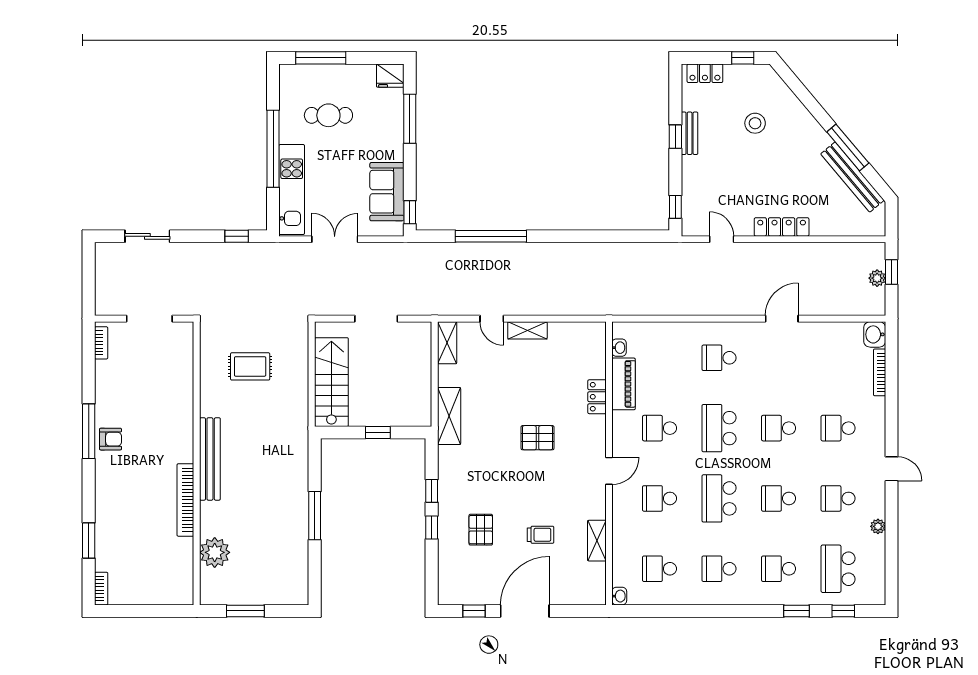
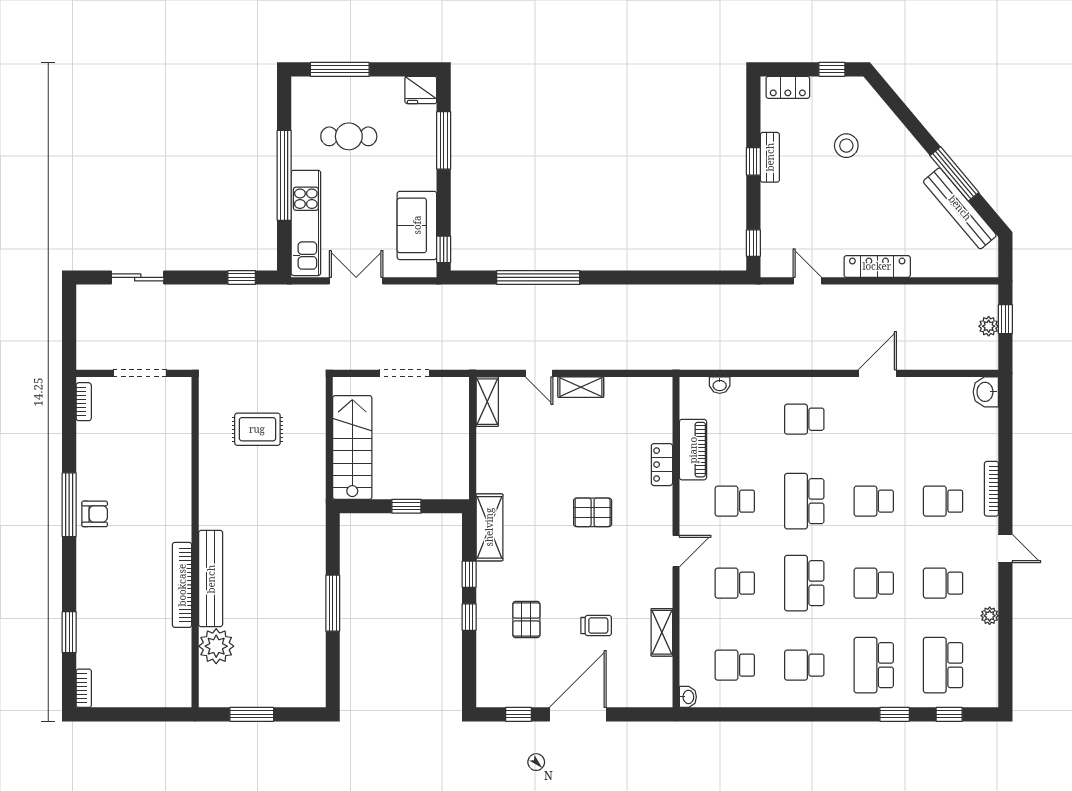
washbasin: (619, 348) -> (720, 385), moved, turned 90
bookcase: (880, 372) -> (991, 489), moved
shelving: (449, 416) -> (489, 527), moved
bench: (210, 459) -> (211, 579), moved
school desk: (779, 569) -> (874, 665), width x1.85

